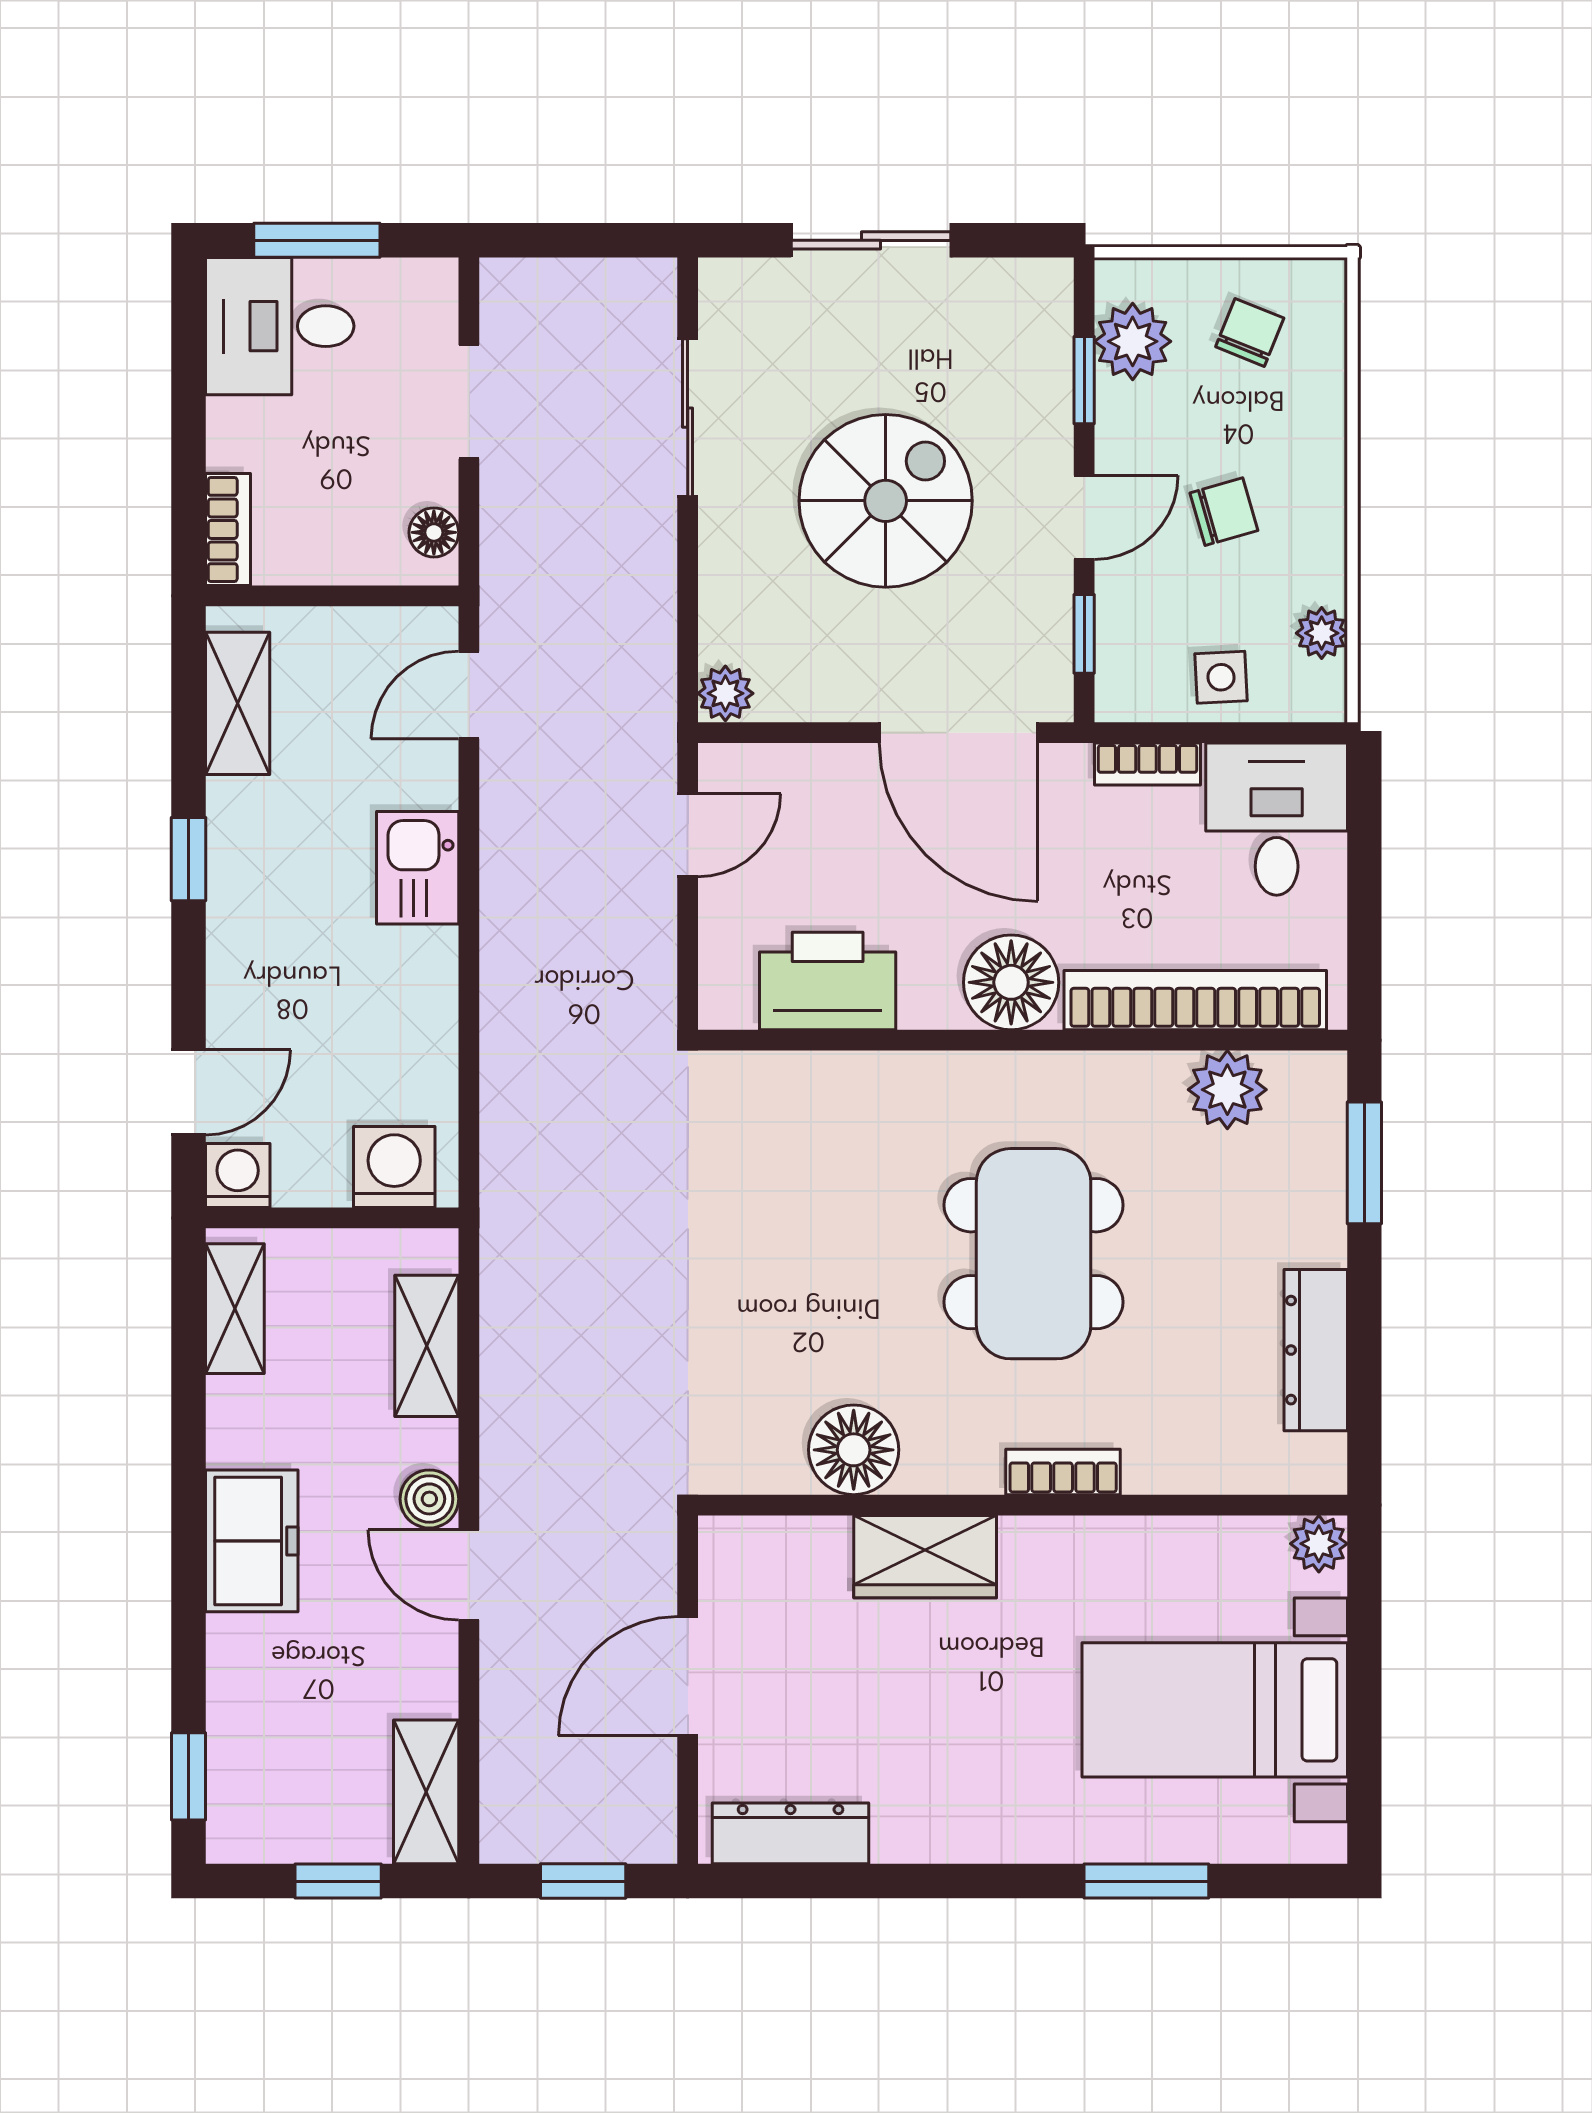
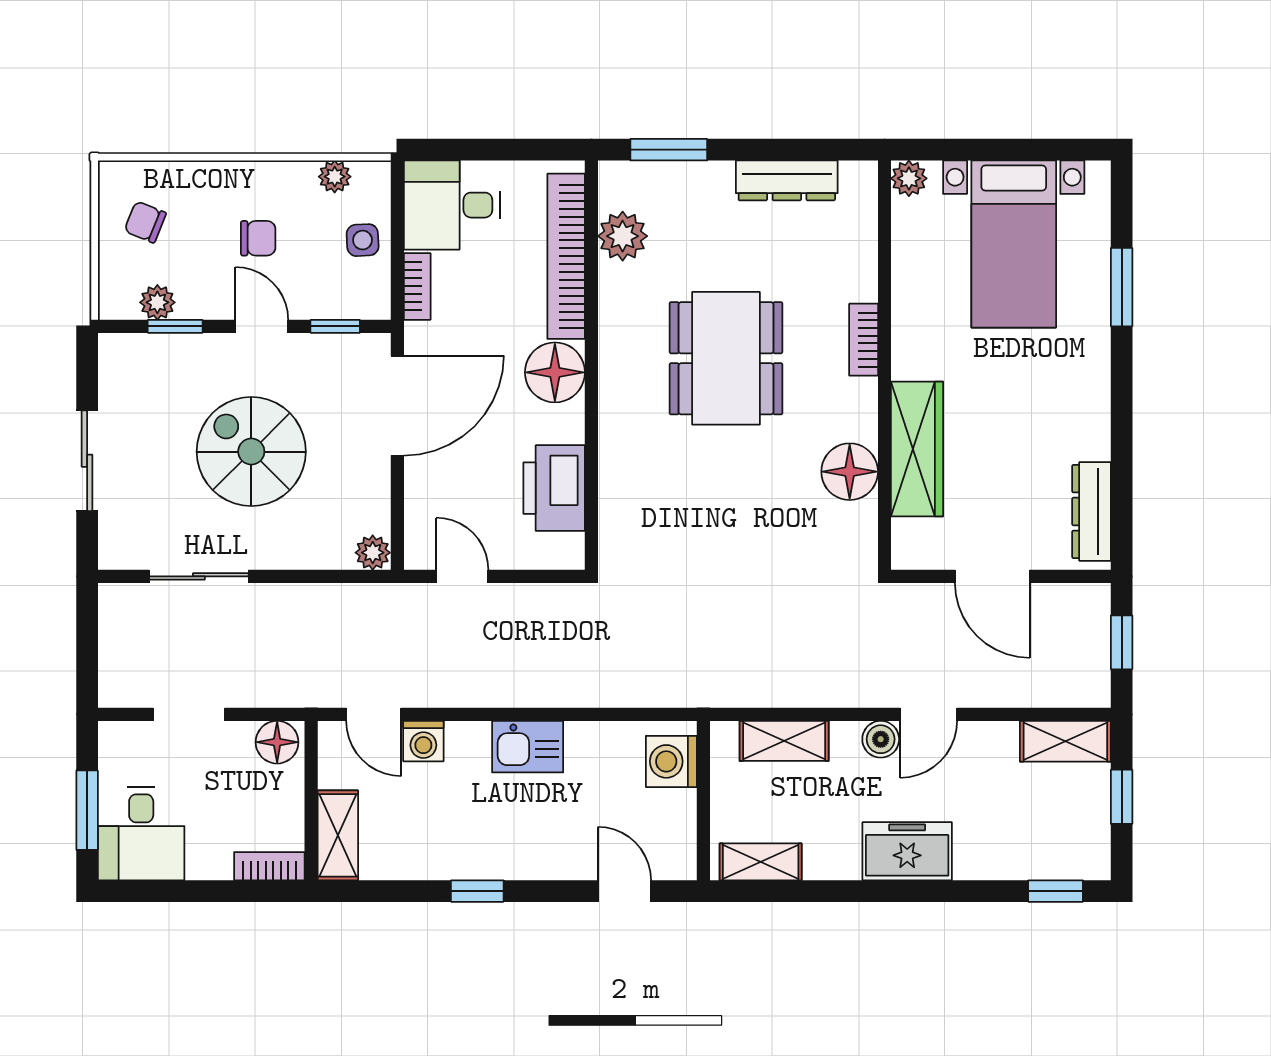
plant: (1133, 341) -> (157, 302), width x0.73, depth x0.73
chair: (1224, 512) -> (258, 238), turned 106
floor lamp: (434, 532) -> (277, 742), width x1.37, depth x1.37
shelving: (238, 703) -> (338, 835), moved, turned 90
kitchen sink: (418, 868) -> (528, 747), moved
washing machine: (238, 1176) -> (423, 741), moved, turned -90
dining table: (1034, 1254) -> (726, 358), turned 90
wardrobe: (925, 1557) -> (917, 449), width x1.50

